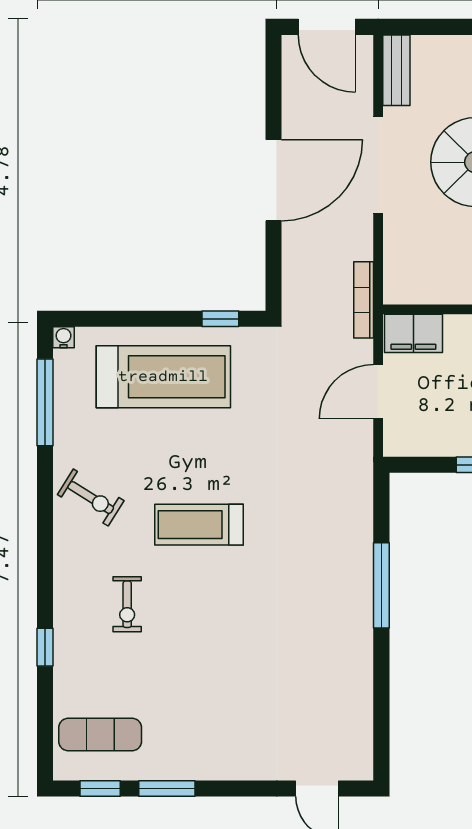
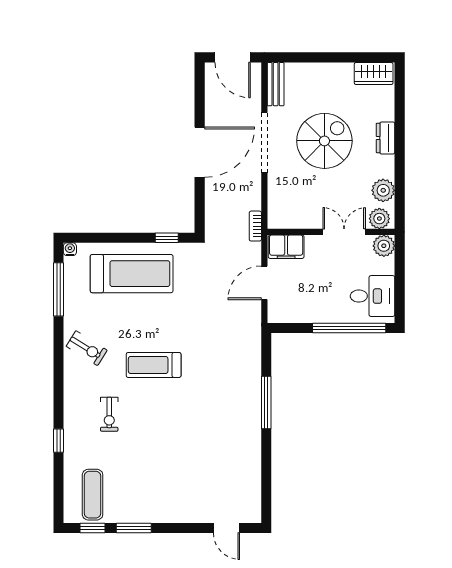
bookcase: (364, 300) -> (255, 226), width x0.64
exercise mat: (100, 735) -> (93, 495), turned 90

